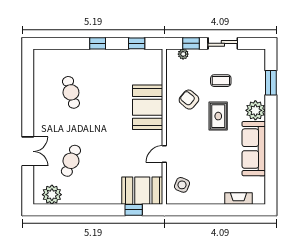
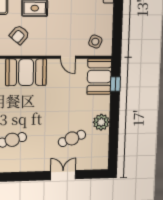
cafe table: (71, 161) -> (72, 138), turned -42
plant: (52, 195) -> (101, 122), moved

